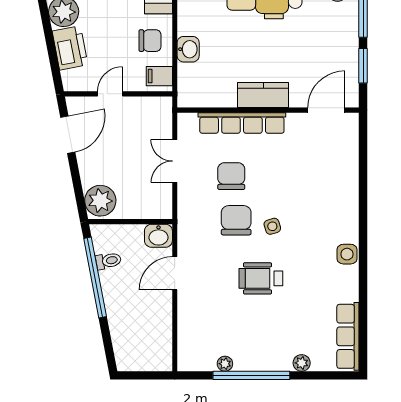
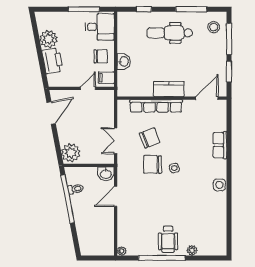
door: (110, 94) -> (88, 88), moved
double door: (175, 161) -> (116, 141), moved
chair: (231, 176) -> (150, 138), turned 69
chair: (236, 220) -> (153, 164), turned -90
wheelchair: (261, 278) -> (168, 239), moved, turned -90
row of seats: (348, 336) -> (220, 145), moved, width x0.68
plant: (225, 364) -> (122, 251), moved

